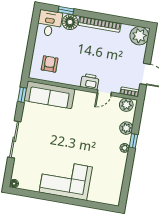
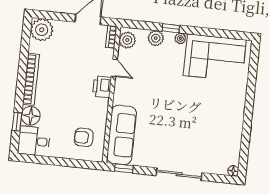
corner sofa: (66, 180) -> (215, 58), moved, turned -90

